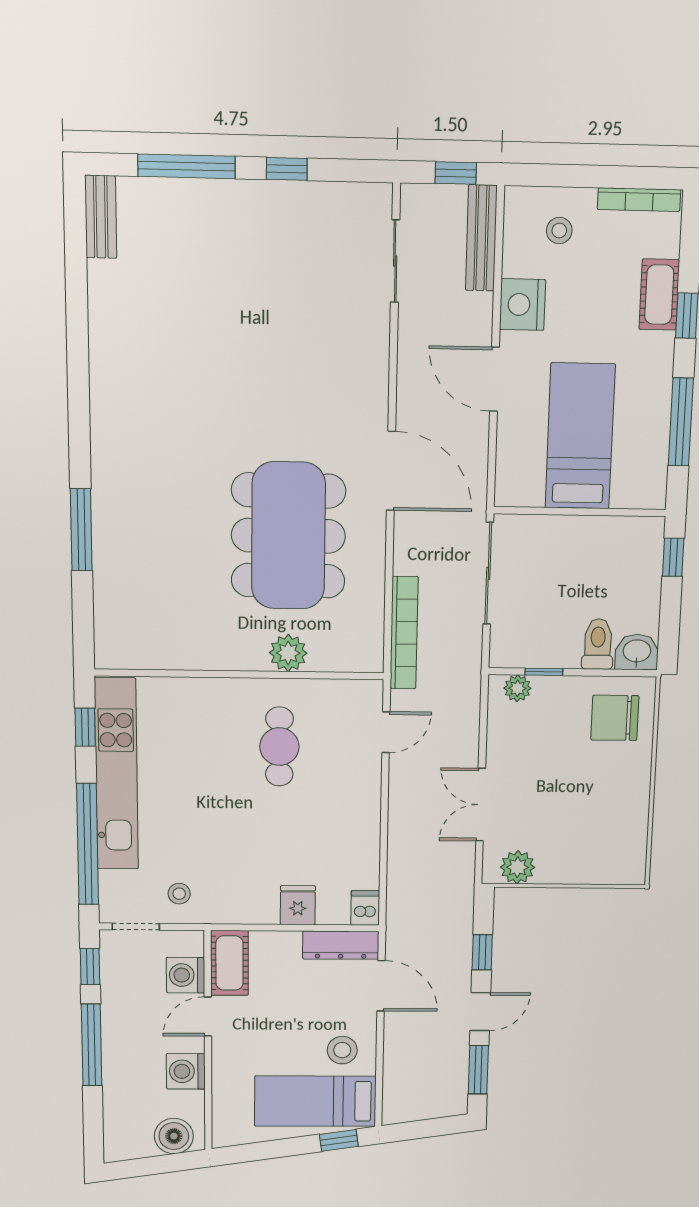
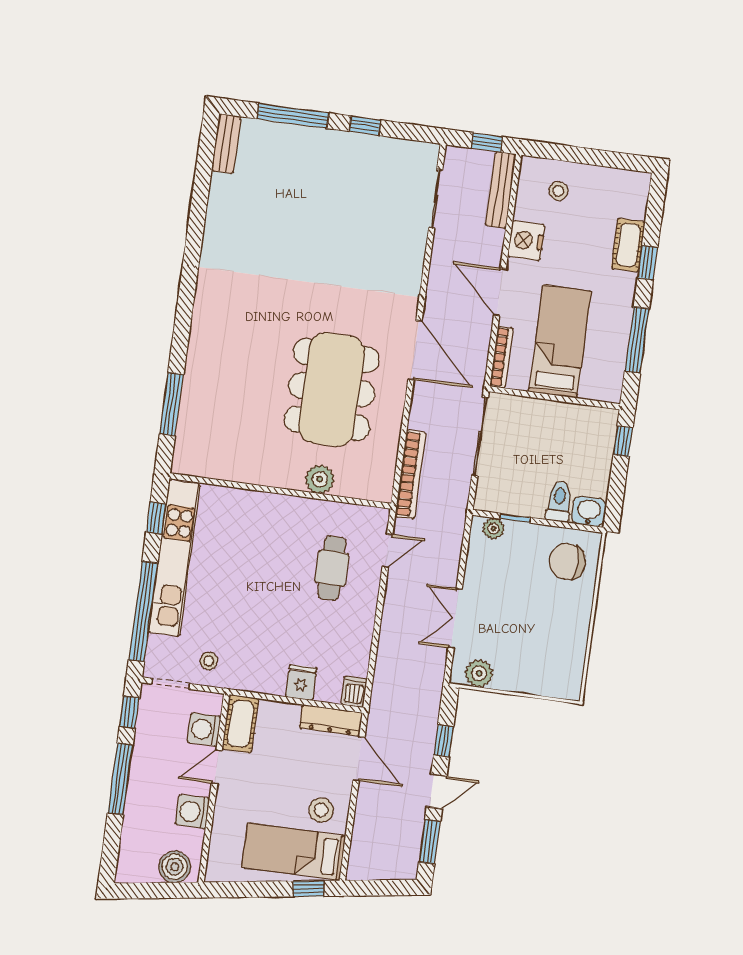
bookcase: (639, 200) -> (501, 357), moved, turned -90
window: (81, 530) -> (172, 404), moved
cafe table: (279, 747) -> (332, 568), moved

